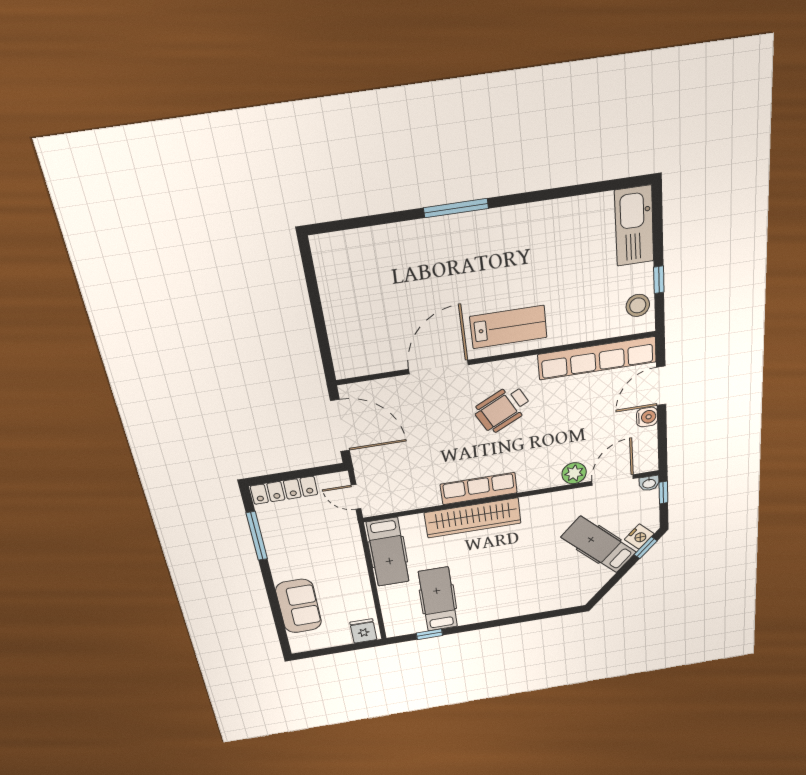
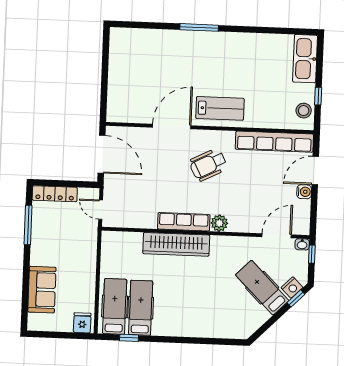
plant: (574, 473) -> (219, 223), moved
hospital bed: (388, 552) -> (115, 306), moved, turned 180

